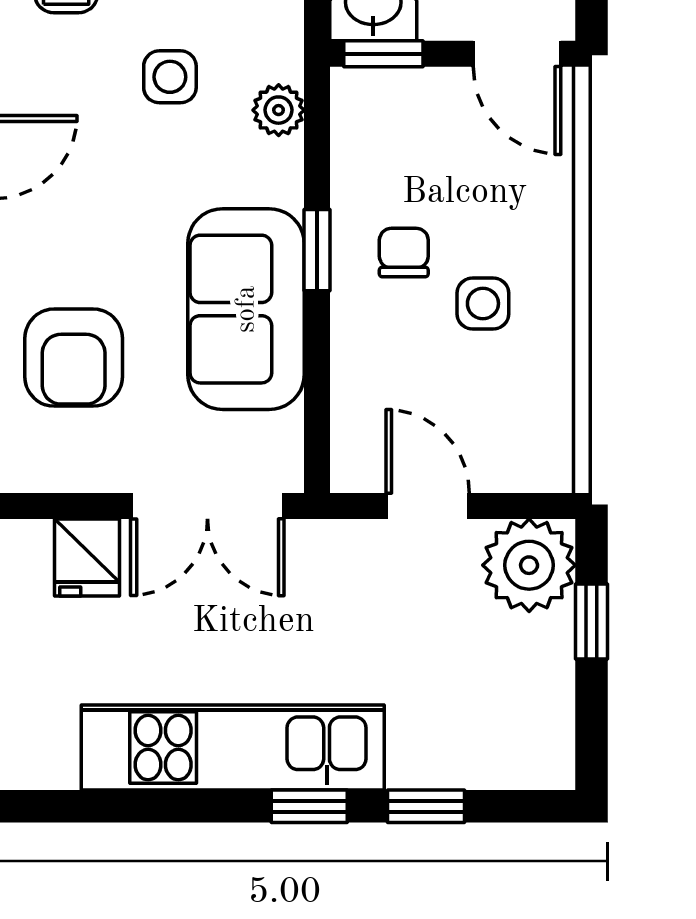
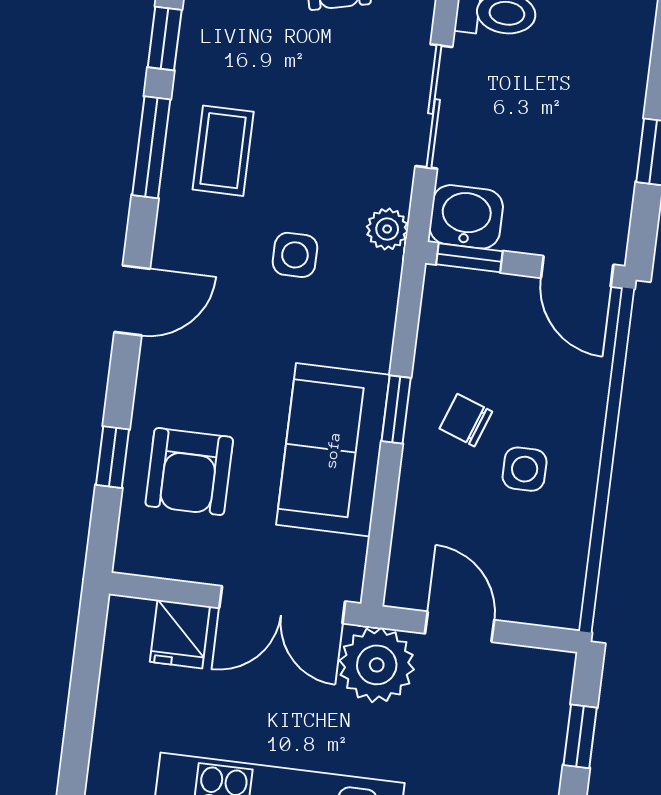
plant: (279, 110) -> (387, 229), moved
chair: (404, 253) -> (466, 420), turned -70
plant: (529, 565) -> (377, 665), moved

